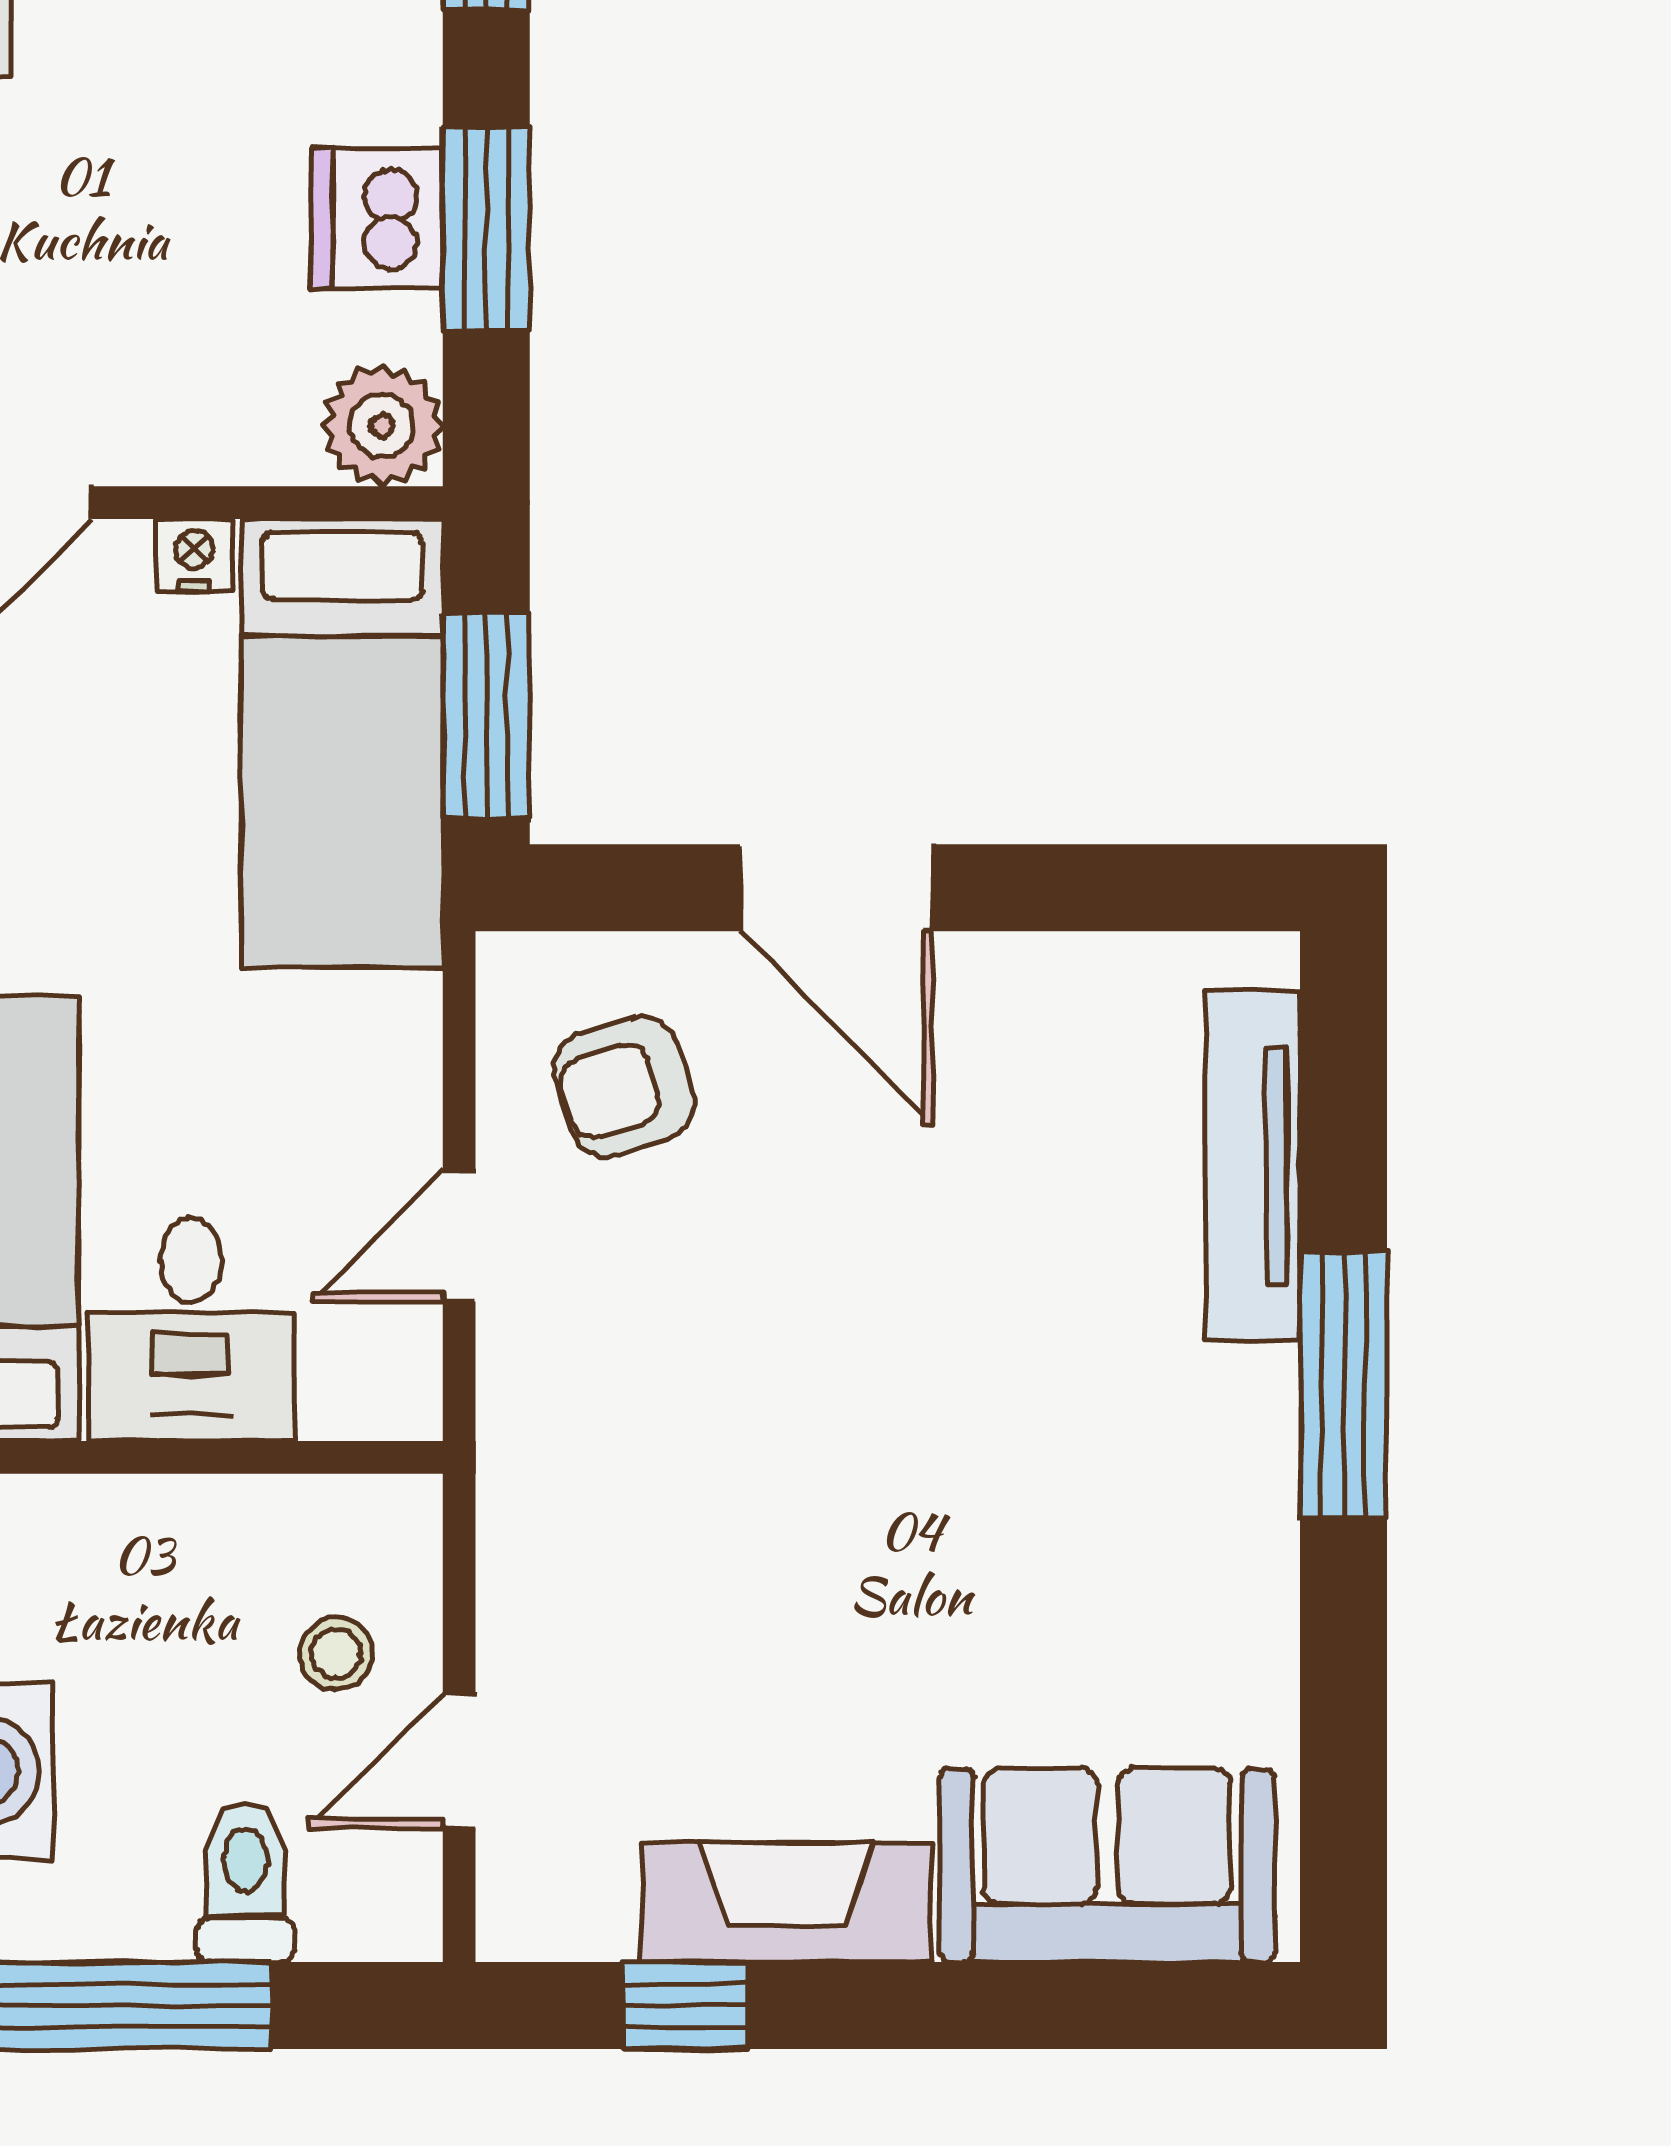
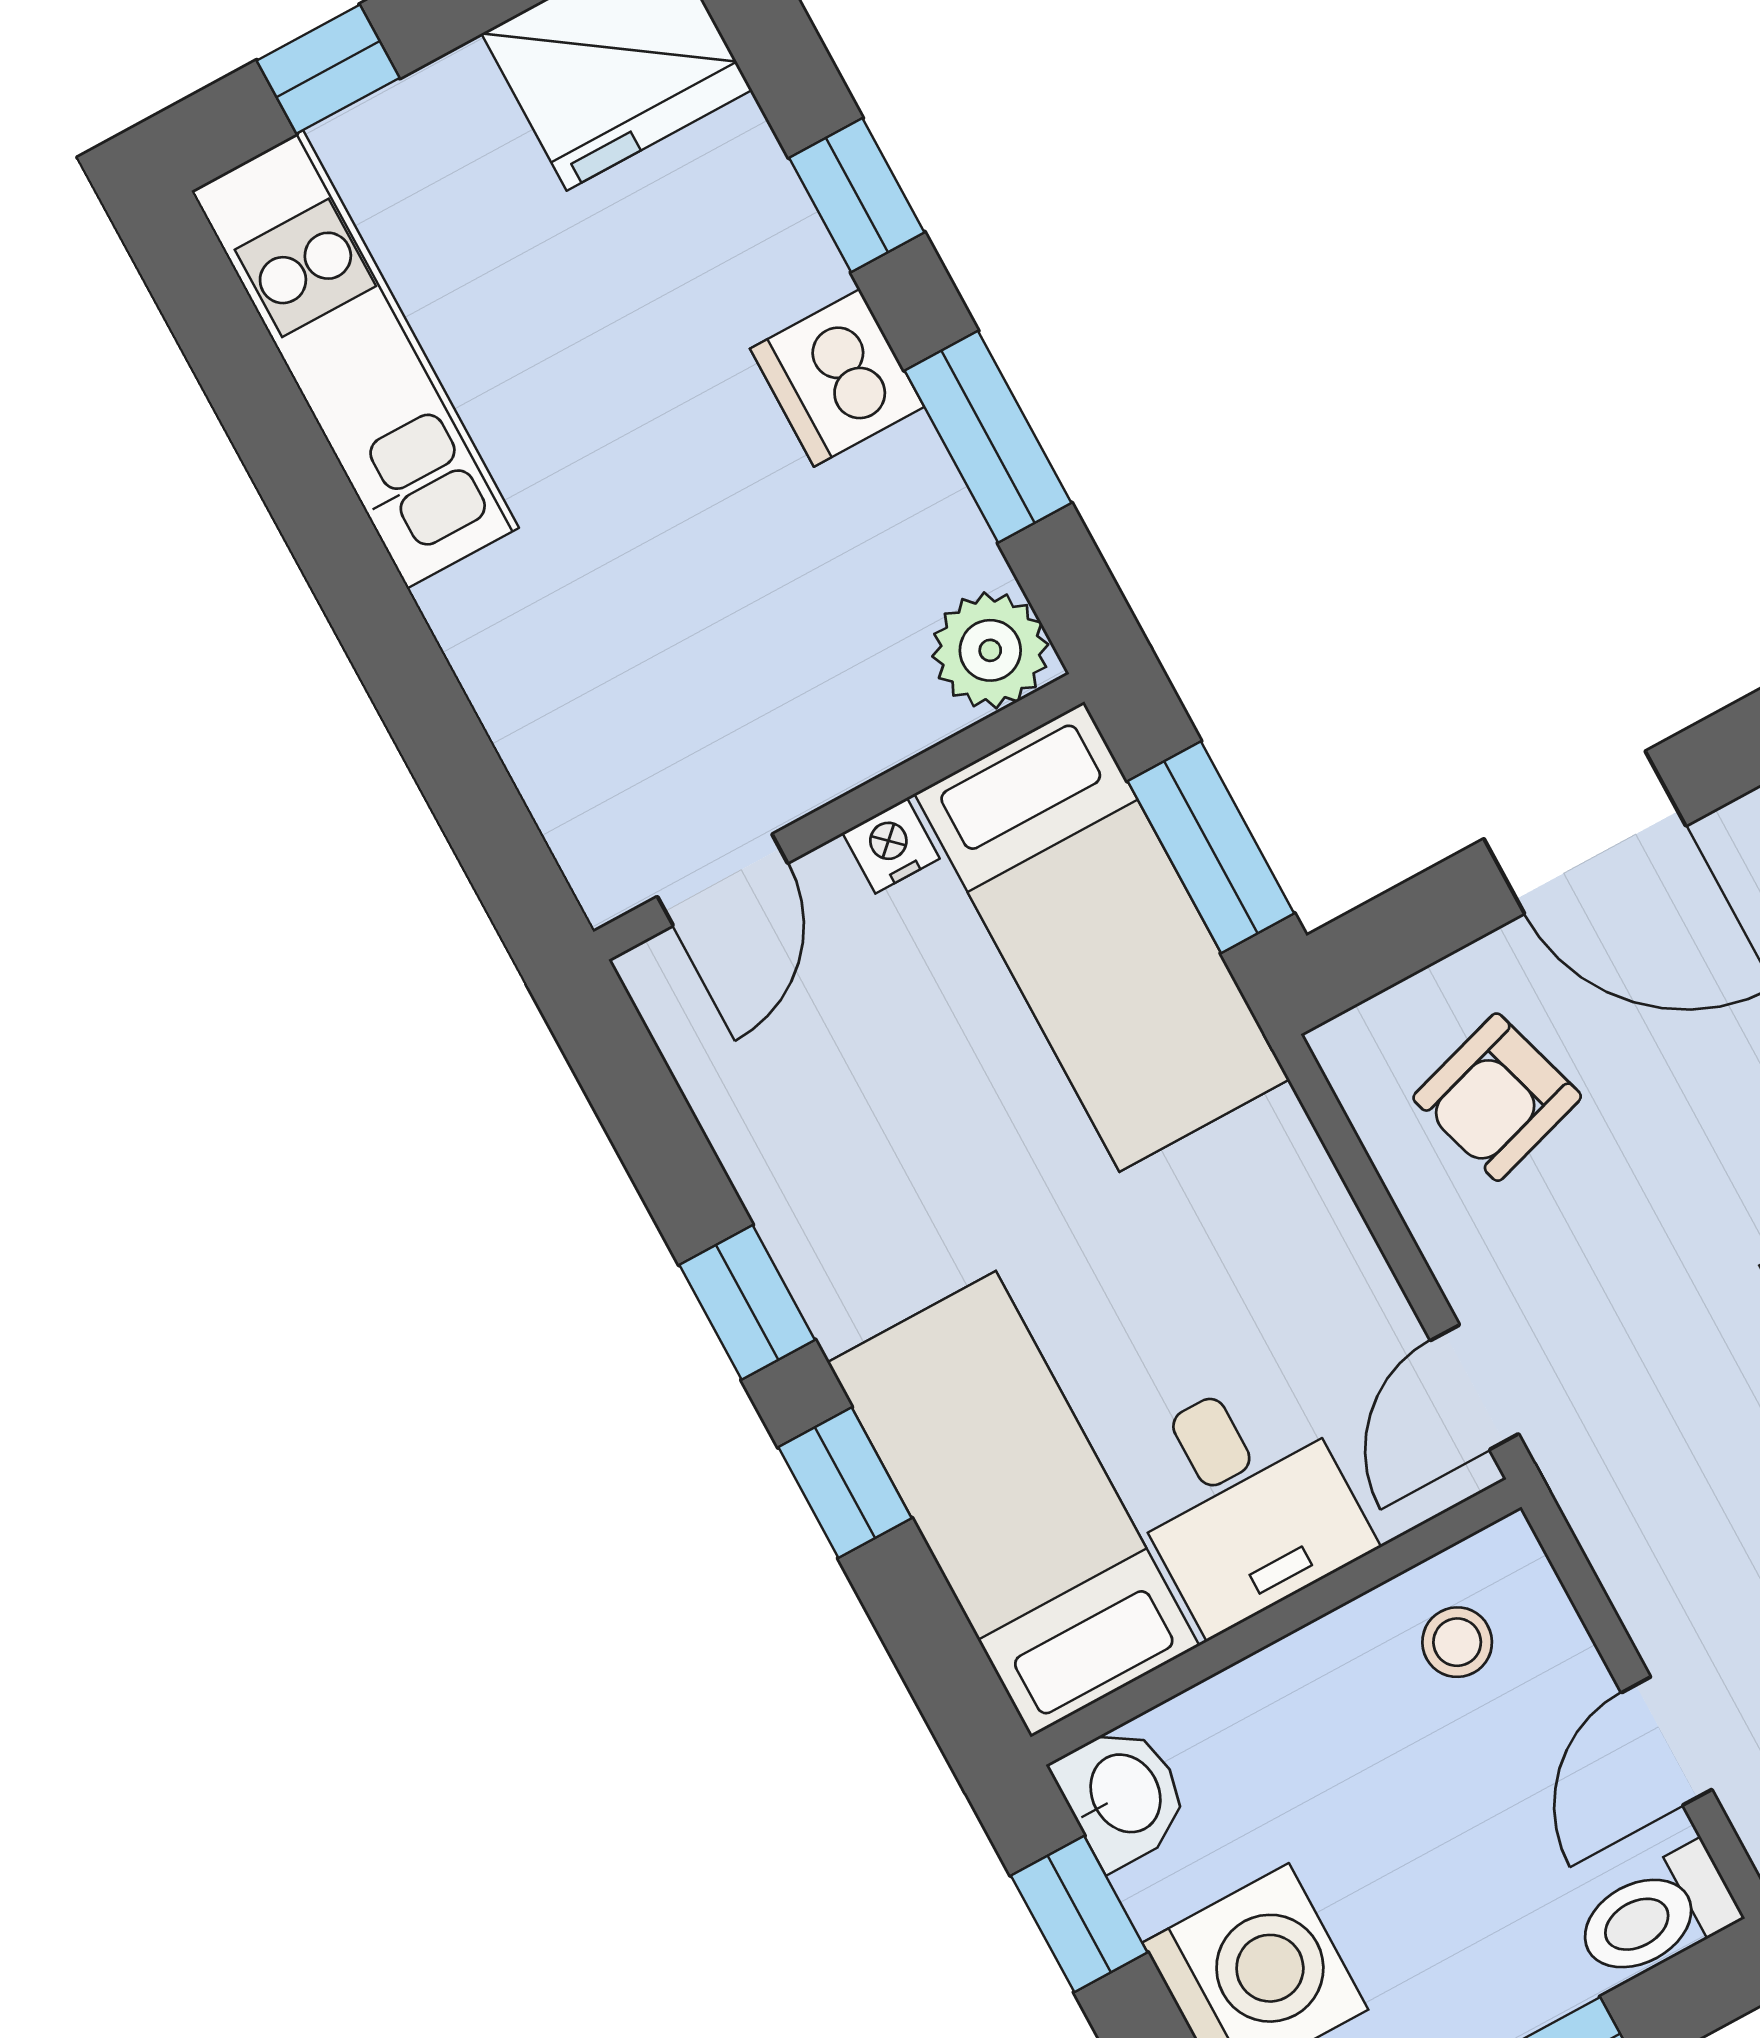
dishwasher: (377, 218) -> (837, 378), moved
door: (459, 1236) -> (1474, 1387), moved
stool: (336, 1654) -> (1457, 1642), moved
toilet: (245, 1882) -> (1656, 1914), moved, turned -90

